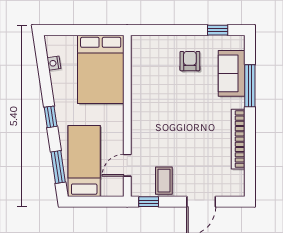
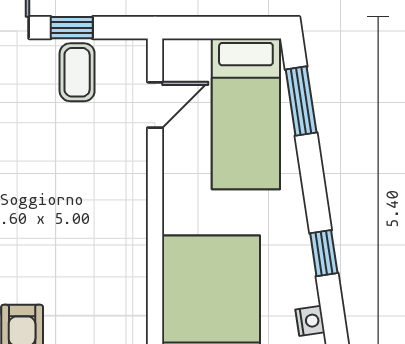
window: (51, 117) -> (324, 253), moved
window: (149, 202) -> (72, 28), moved

